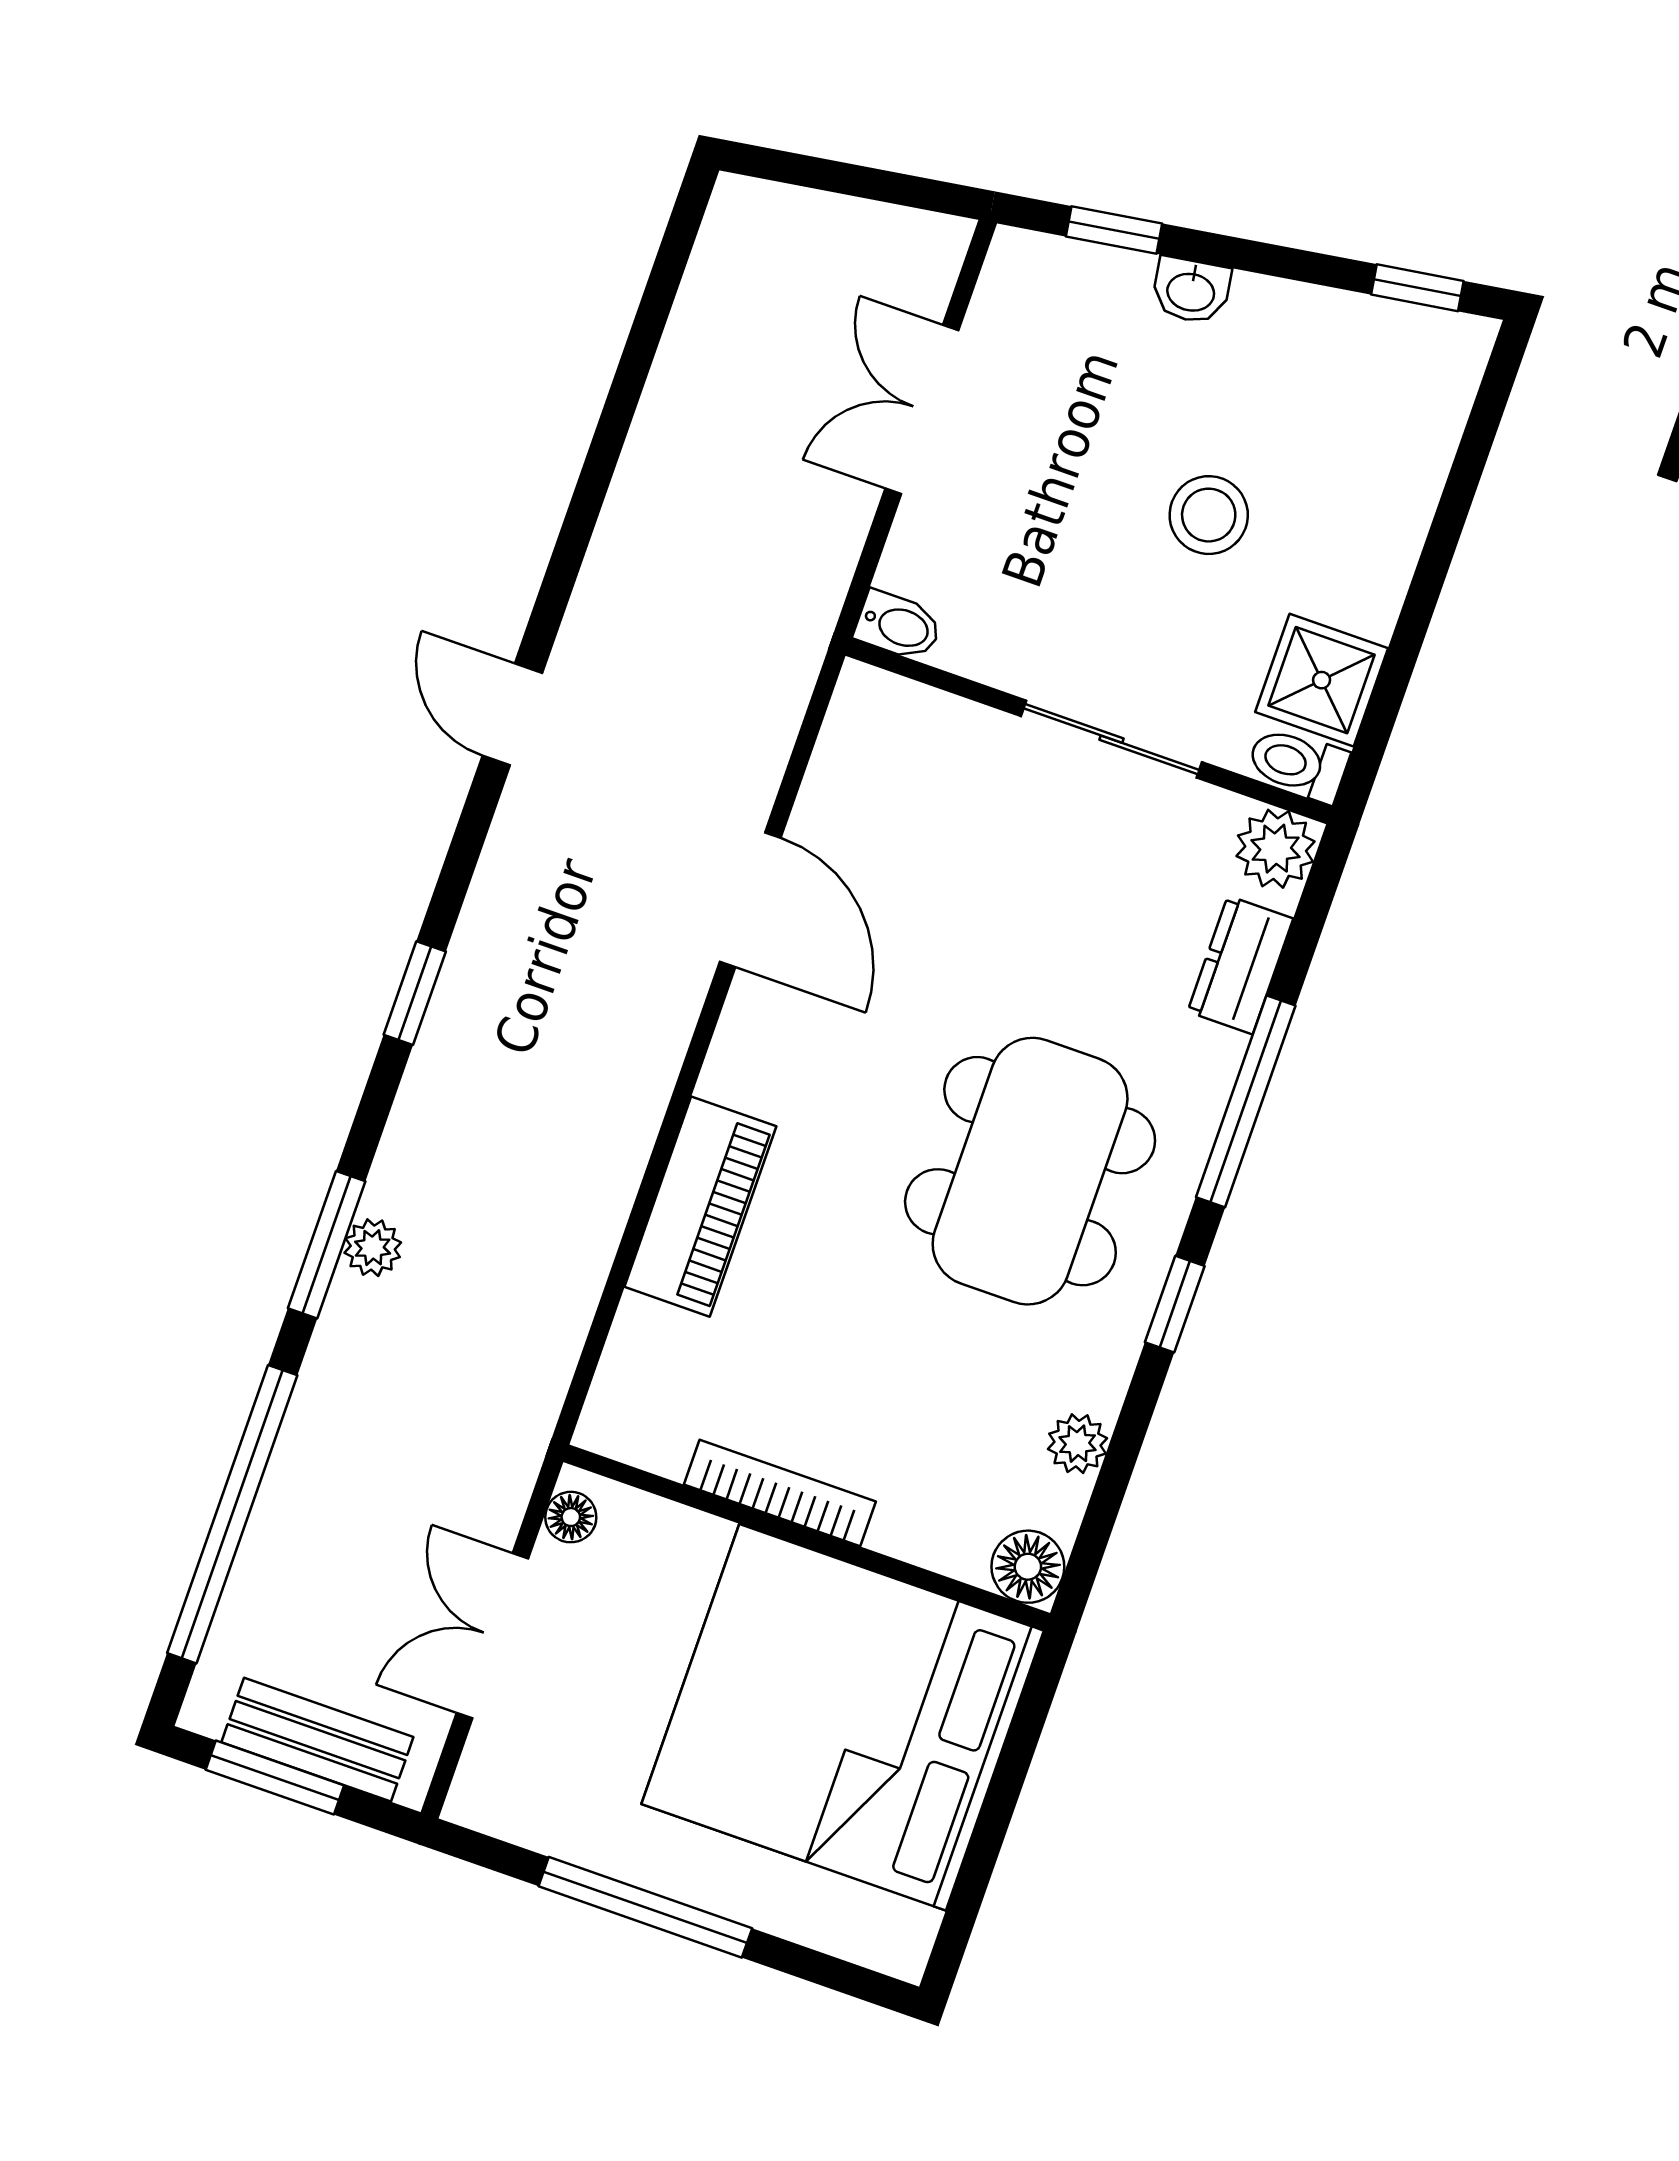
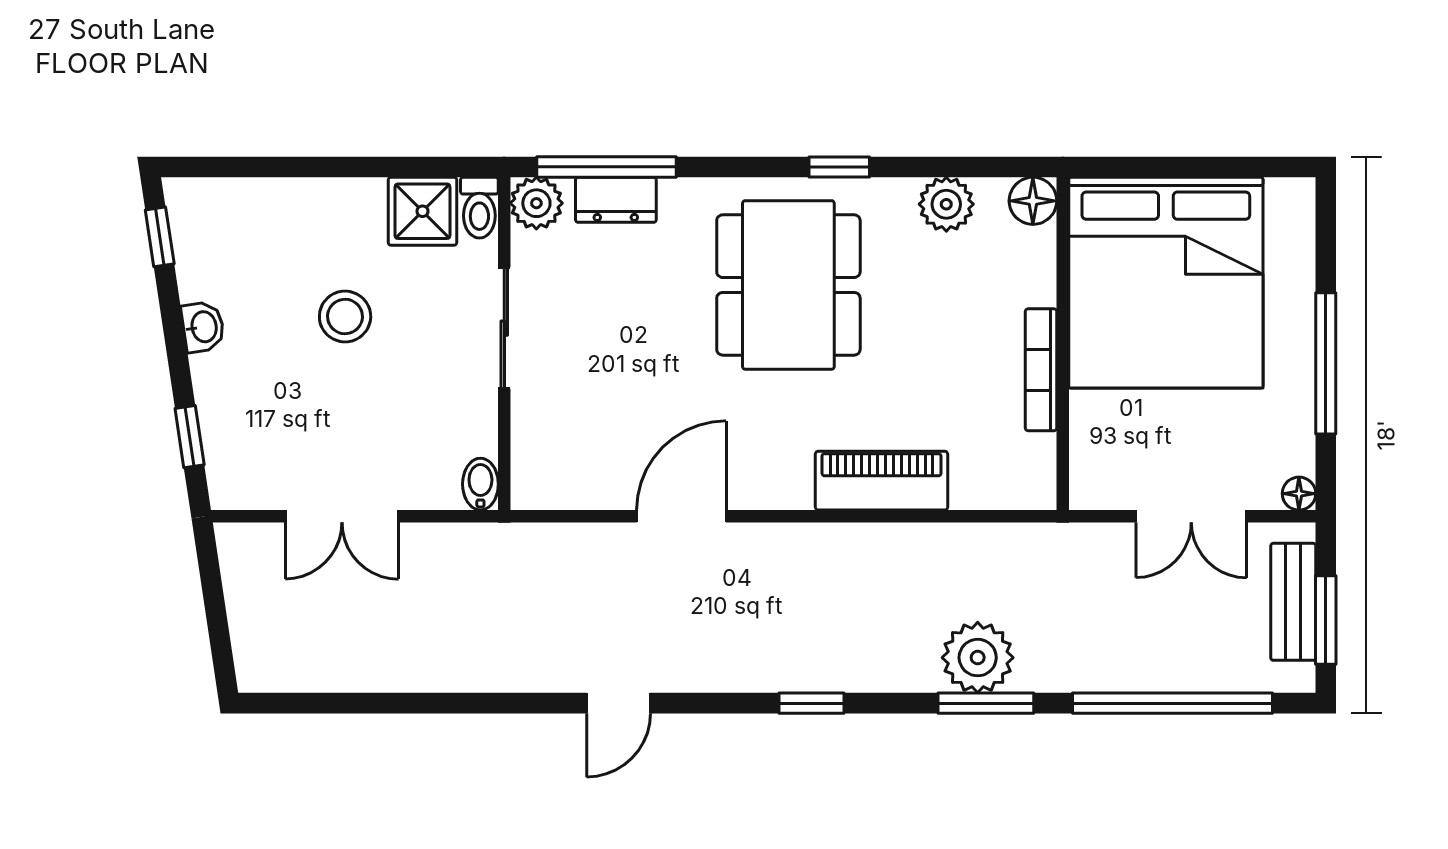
washbasin: (1191, 290) -> (203, 327), moved
window: (1246, 1101) -> (607, 167), moved
dining table: (1030, 1171) -> (788, 285), turned 90
plant: (373, 1248) -> (978, 658), width x1.88, depth x1.88
plant: (1078, 1444) -> (946, 204), width x1.38, depth x1.38
floor lamp: (571, 1517) -> (1299, 494), moved

